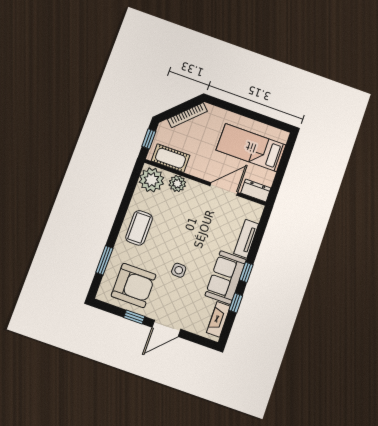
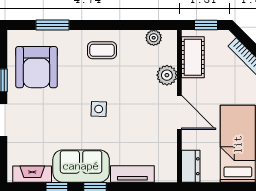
plant: (151, 180) -> (154, 38), width x0.53, depth x0.53
door: (224, 189) -> (179, 112), moved
coffee table: (139, 228) -> (102, 50), width x0.73, depth x0.77
side table: (179, 270) -> (99, 109), moved

